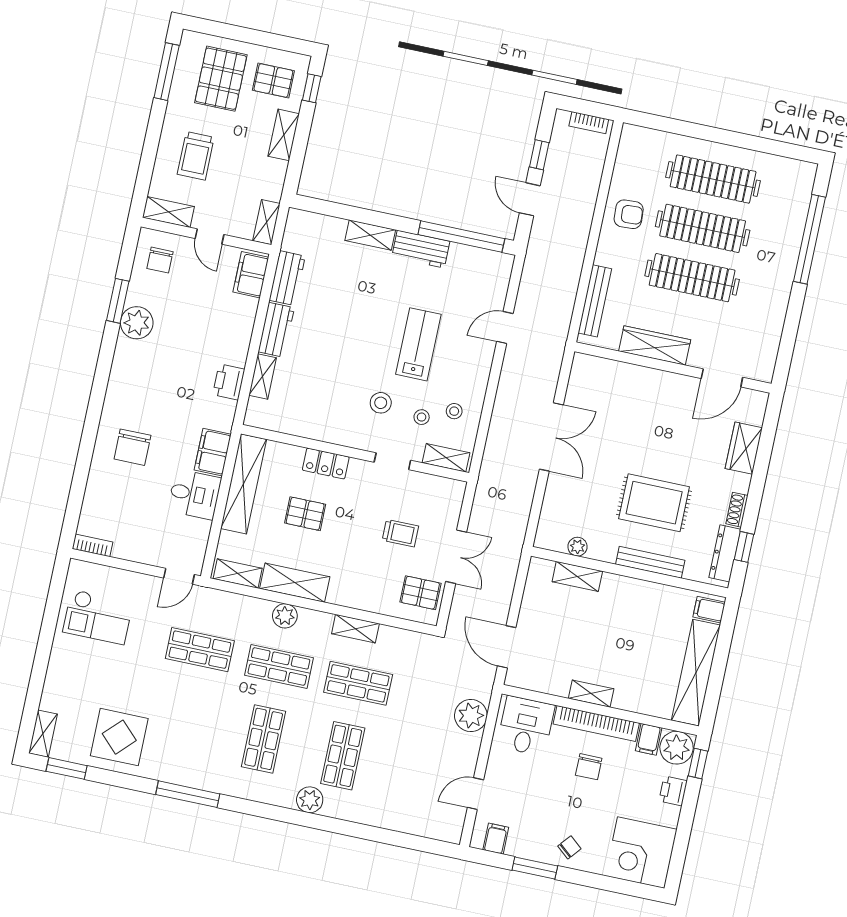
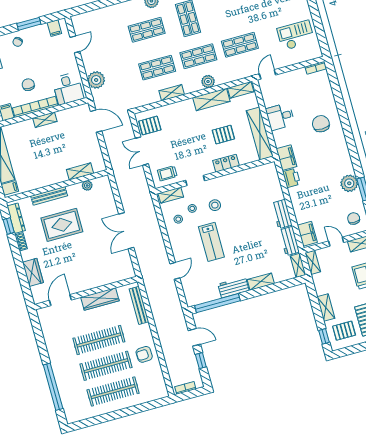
shelving: (263, 377) -> (298, 265), moved
filing cabinet: (213, 452) -> (287, 158), moved
trolley: (400, 533) -> (167, 173), moved
shop shelf: (343, 756) -> (147, 30), turned 90

